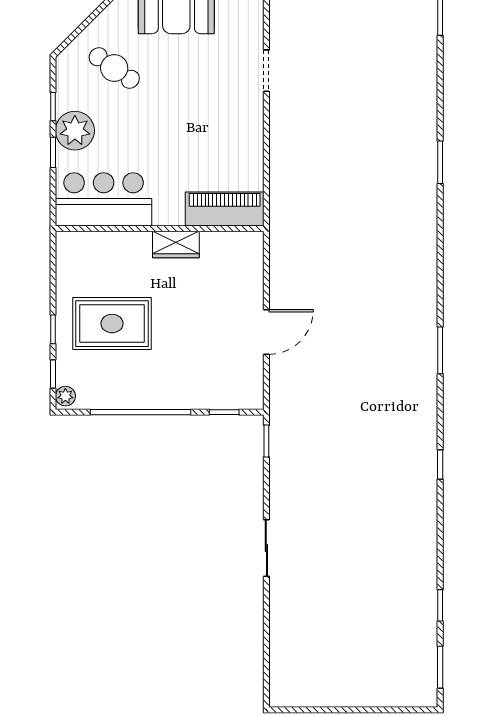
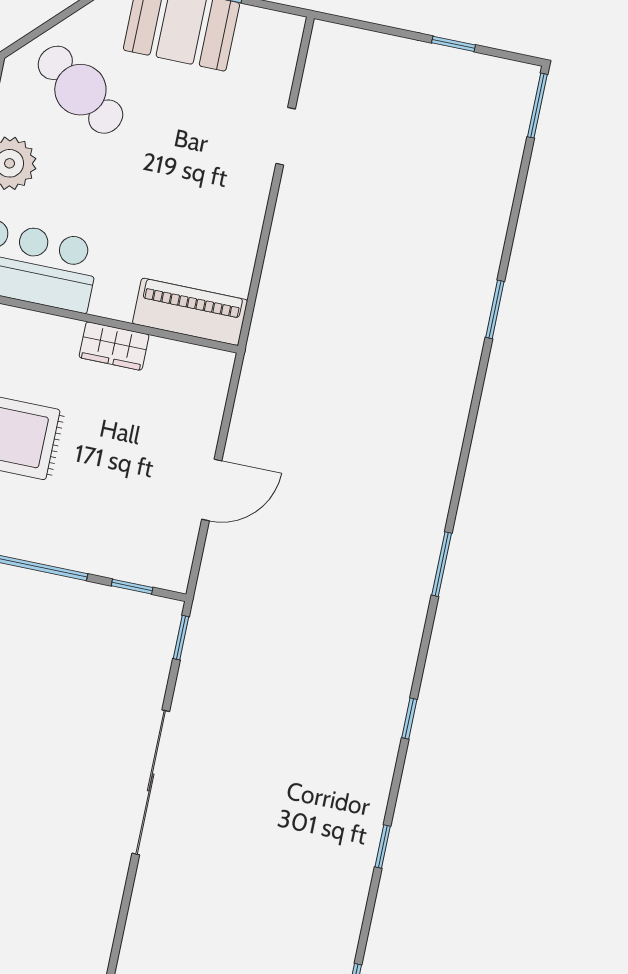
cafe table: (114, 68) -> (80, 90), width x1.37, depth x1.35
sliding door: (266, 548) -> (151, 782), width x1.86
window: (440, 605) -> (383, 847), moved

